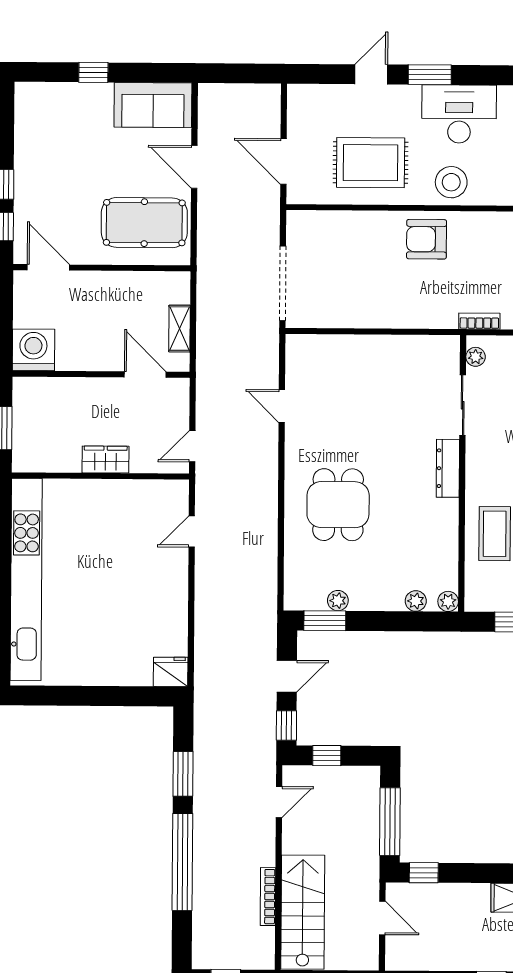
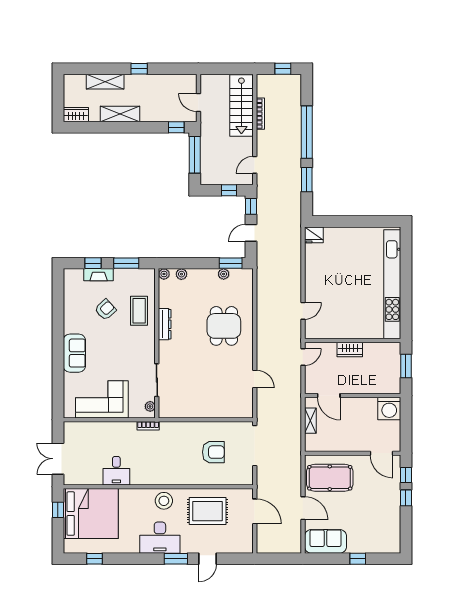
armchair: (427, 239) -> (213, 452), moved
dresser: (448, 468) -> (165, 324), moved

